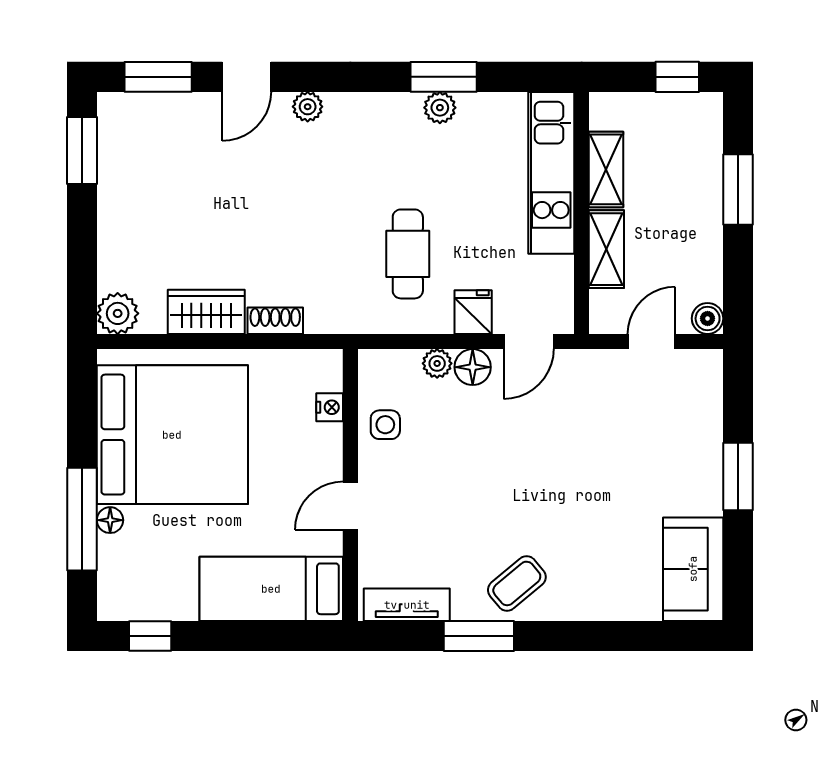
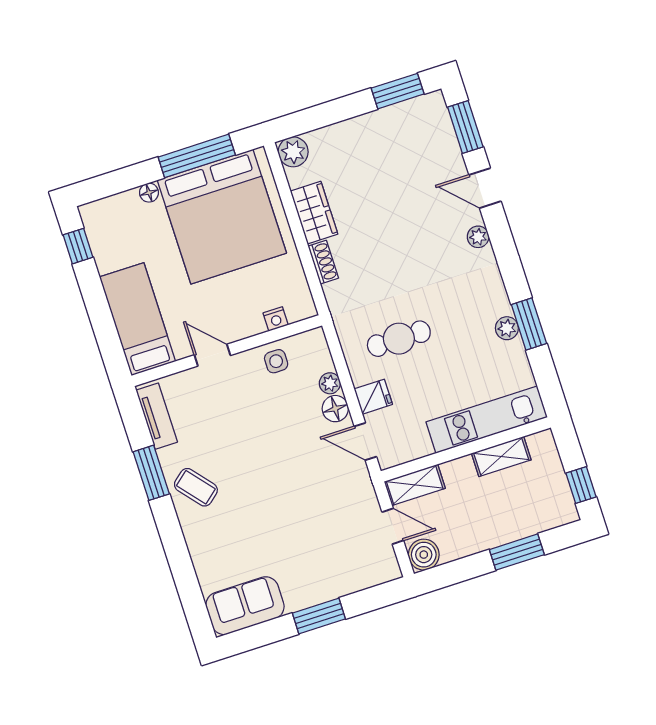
shelving: (606, 249) -> (415, 485), moved
boiler: (708, 318) -> (424, 555), width x1.36, depth x1.36
window: (82, 519) -> (197, 156), moved

